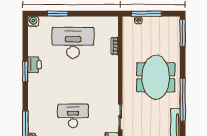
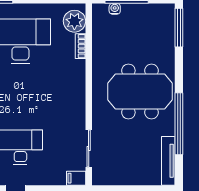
plant: (110, 29) -> (74, 21), added
meeting table: (156, 77) -> (140, 91), turned 90

